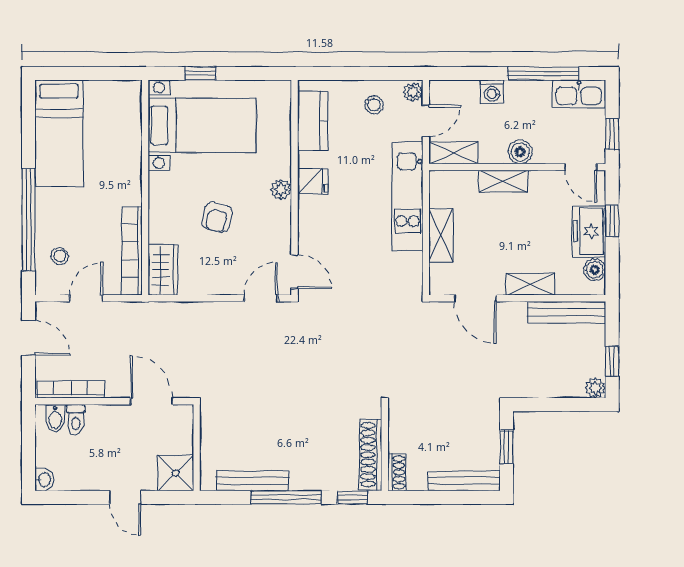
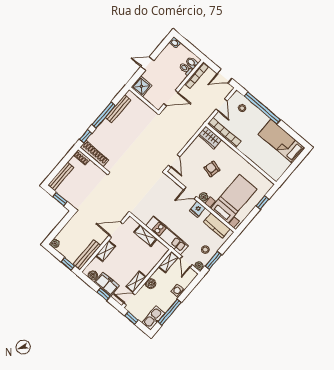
window: (381, 73) -> (213, 260), added
bed with nightstands: (202, 125) -> (234, 199), moved, turned 180
shelving: (503, 181) -> (136, 282), moved
door: (295, 272) -> (190, 193), moved
window: (612, 361) -> (68, 264), moved

